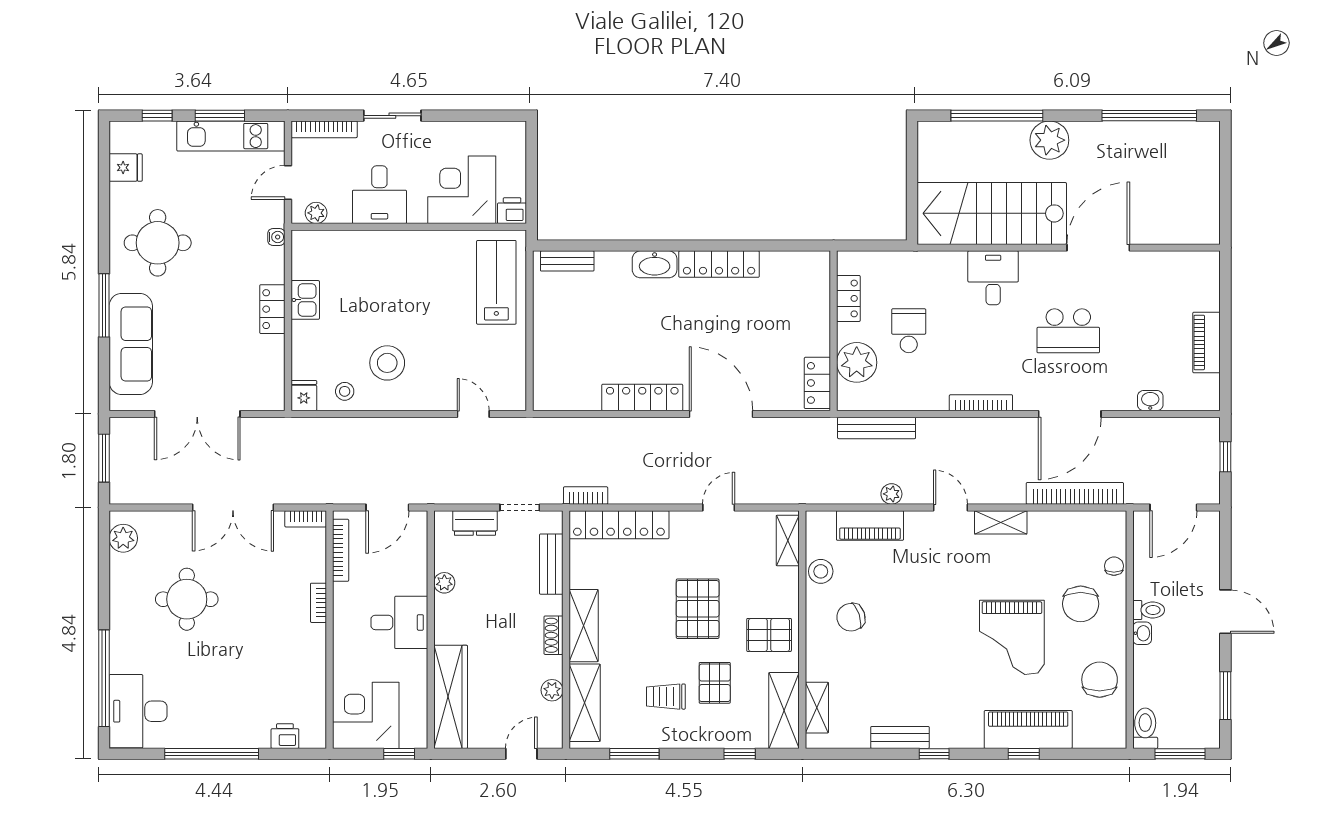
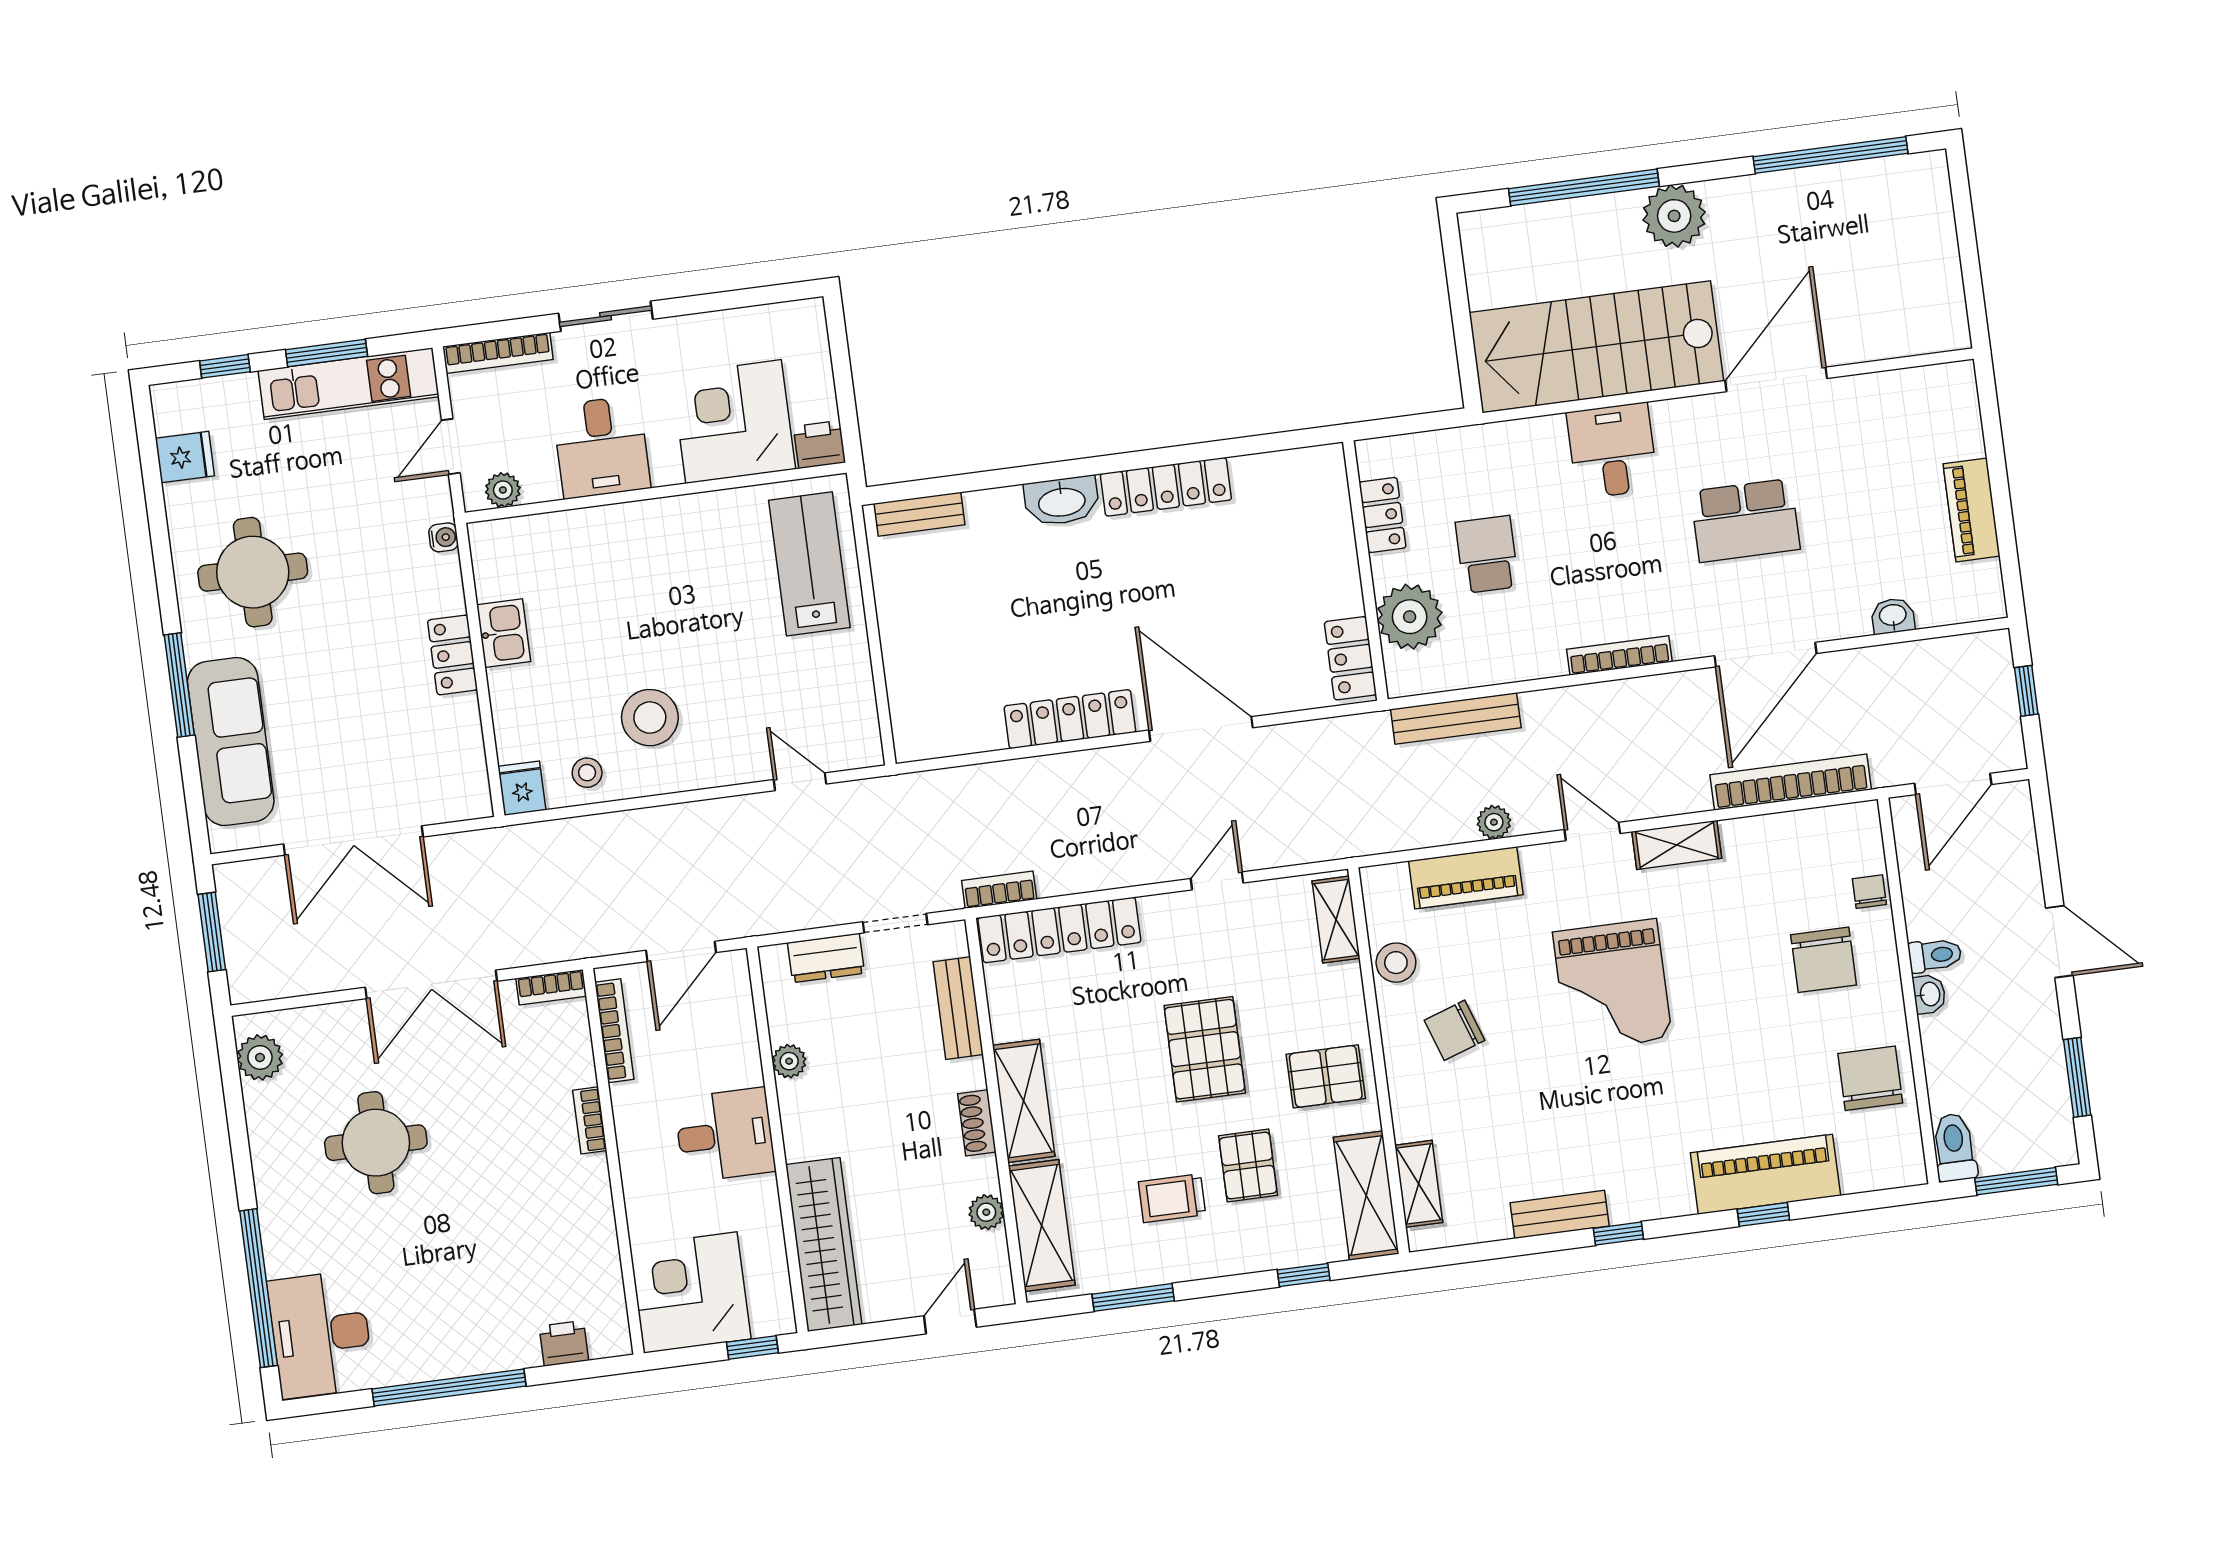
grand piano: (1012, 637) -> (1612, 985), moved

